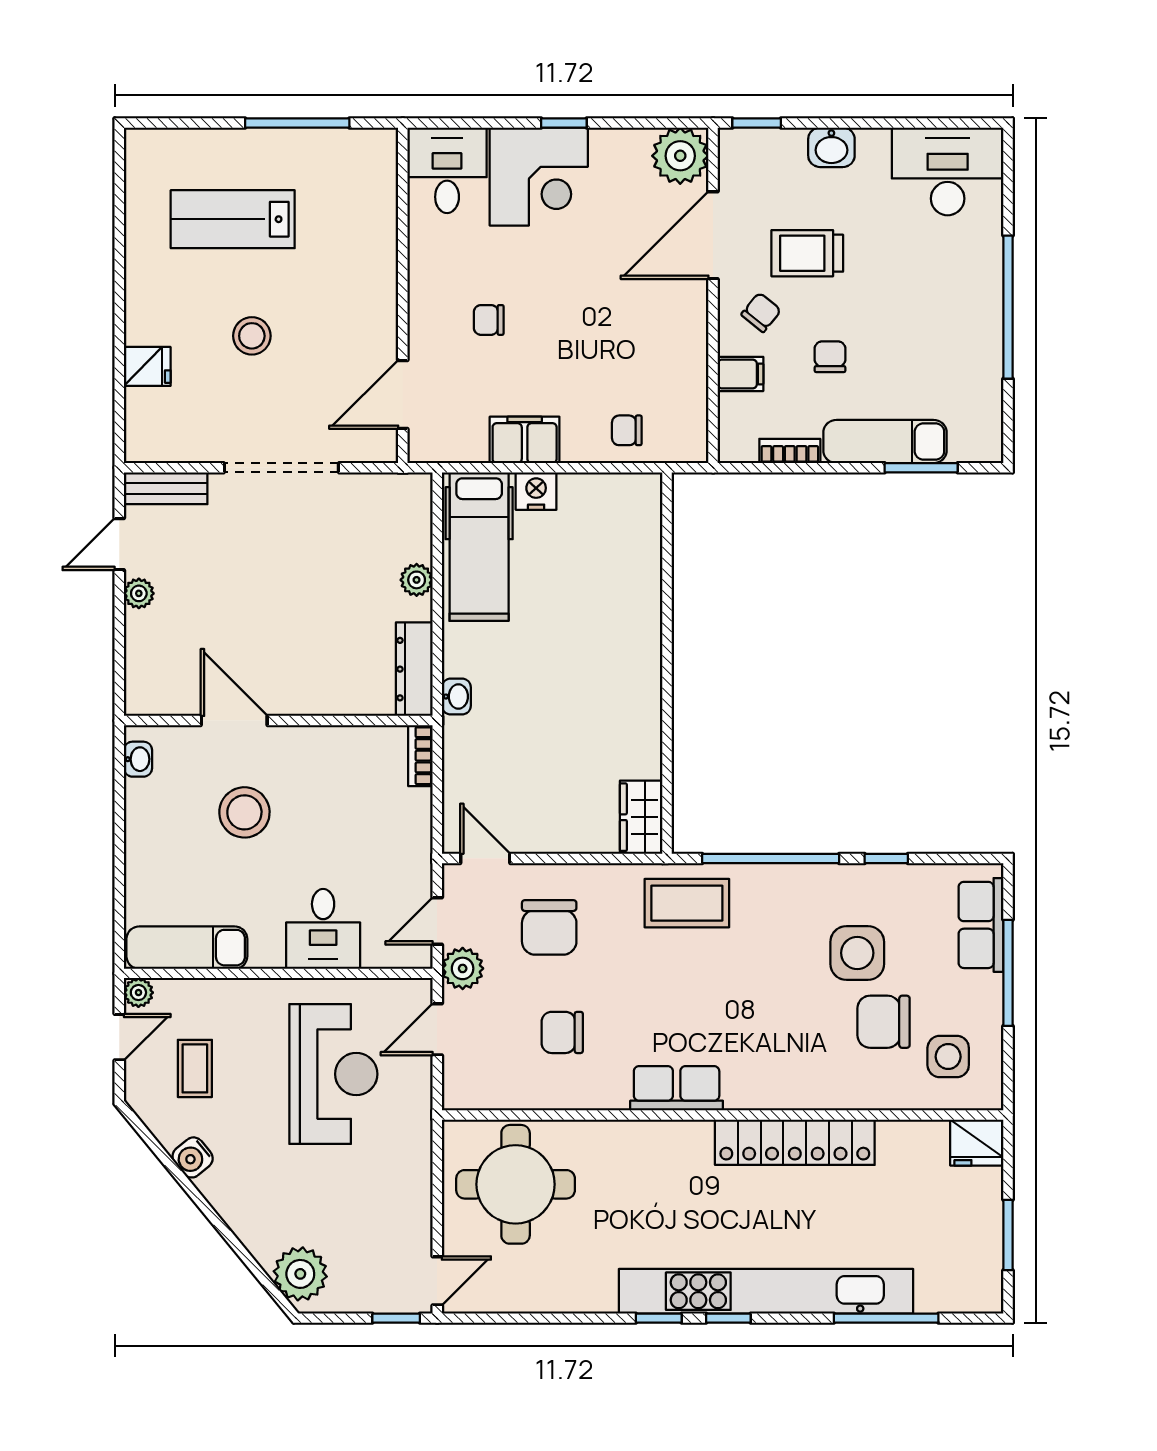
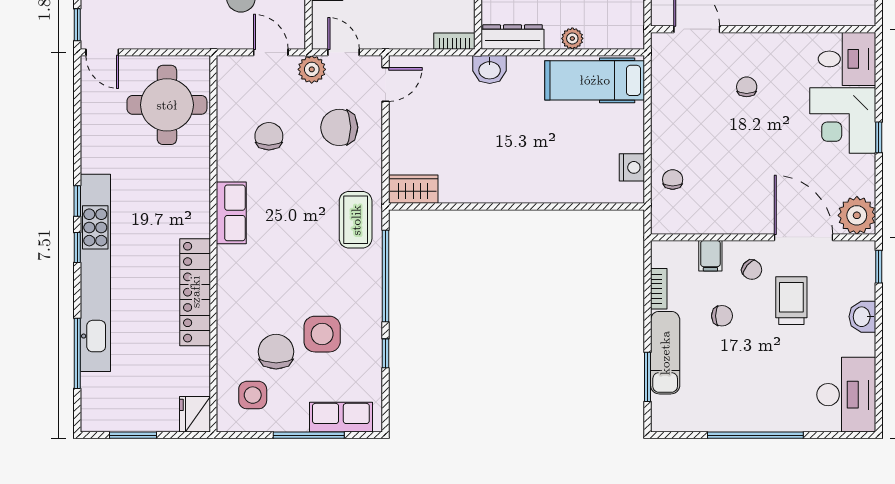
filing cabinet: (525, 440) -> (666, 111), removed
nightstand: (536, 491) -> (632, 167), moved
washbasin: (456, 697) -> (490, 70), width x1.38, depth x1.45

